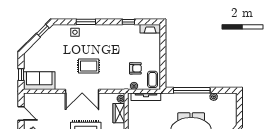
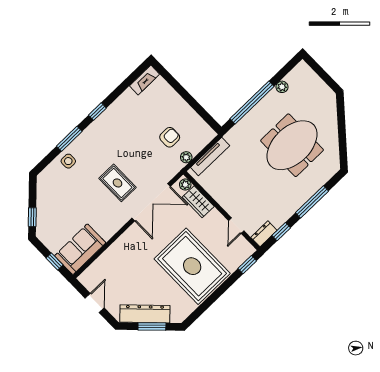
window: (128, 22) -> (97, 112), moved
window: (43, 31) -> (32, 217), moved
rug: (89, 66) -> (117, 183), turned 90
coffee table: (152, 79) -> (199, 131), removed
double door: (82, 91) -> (151, 202), moved
door: (21, 114) -> (95, 303), hinge flipped

